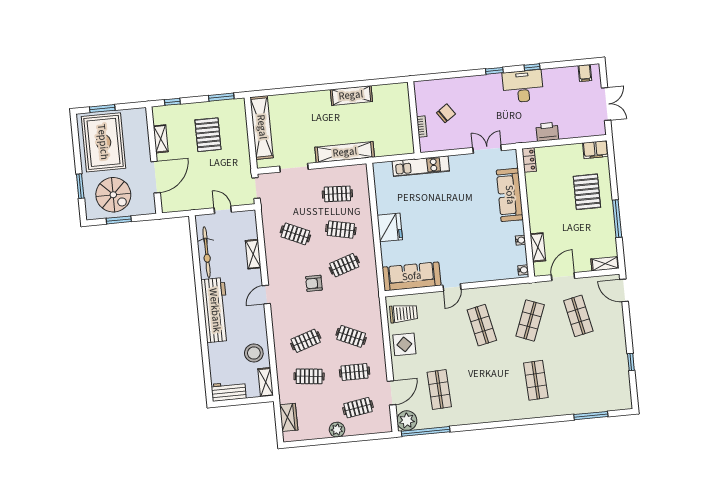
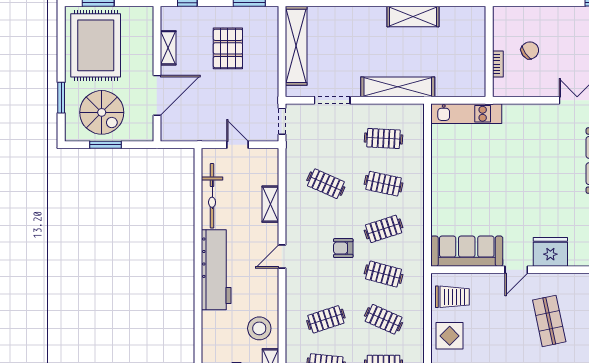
kitchen unit: (421, 166) -> (466, 114), moved
fridge: (390, 227) -> (550, 252), moved, turned -90
clothes rail: (348, 301) -> (384, 274), added

